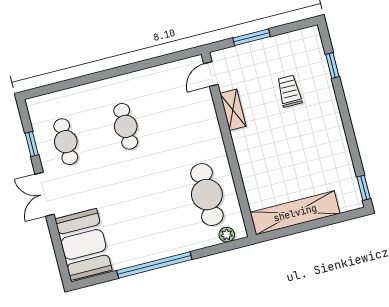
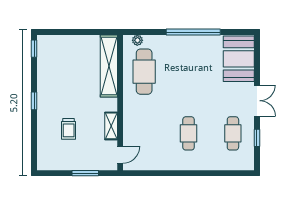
window: (332, 66) -> (34, 101), moved
shelving: (295, 213) -> (109, 66), moved, turned 90

